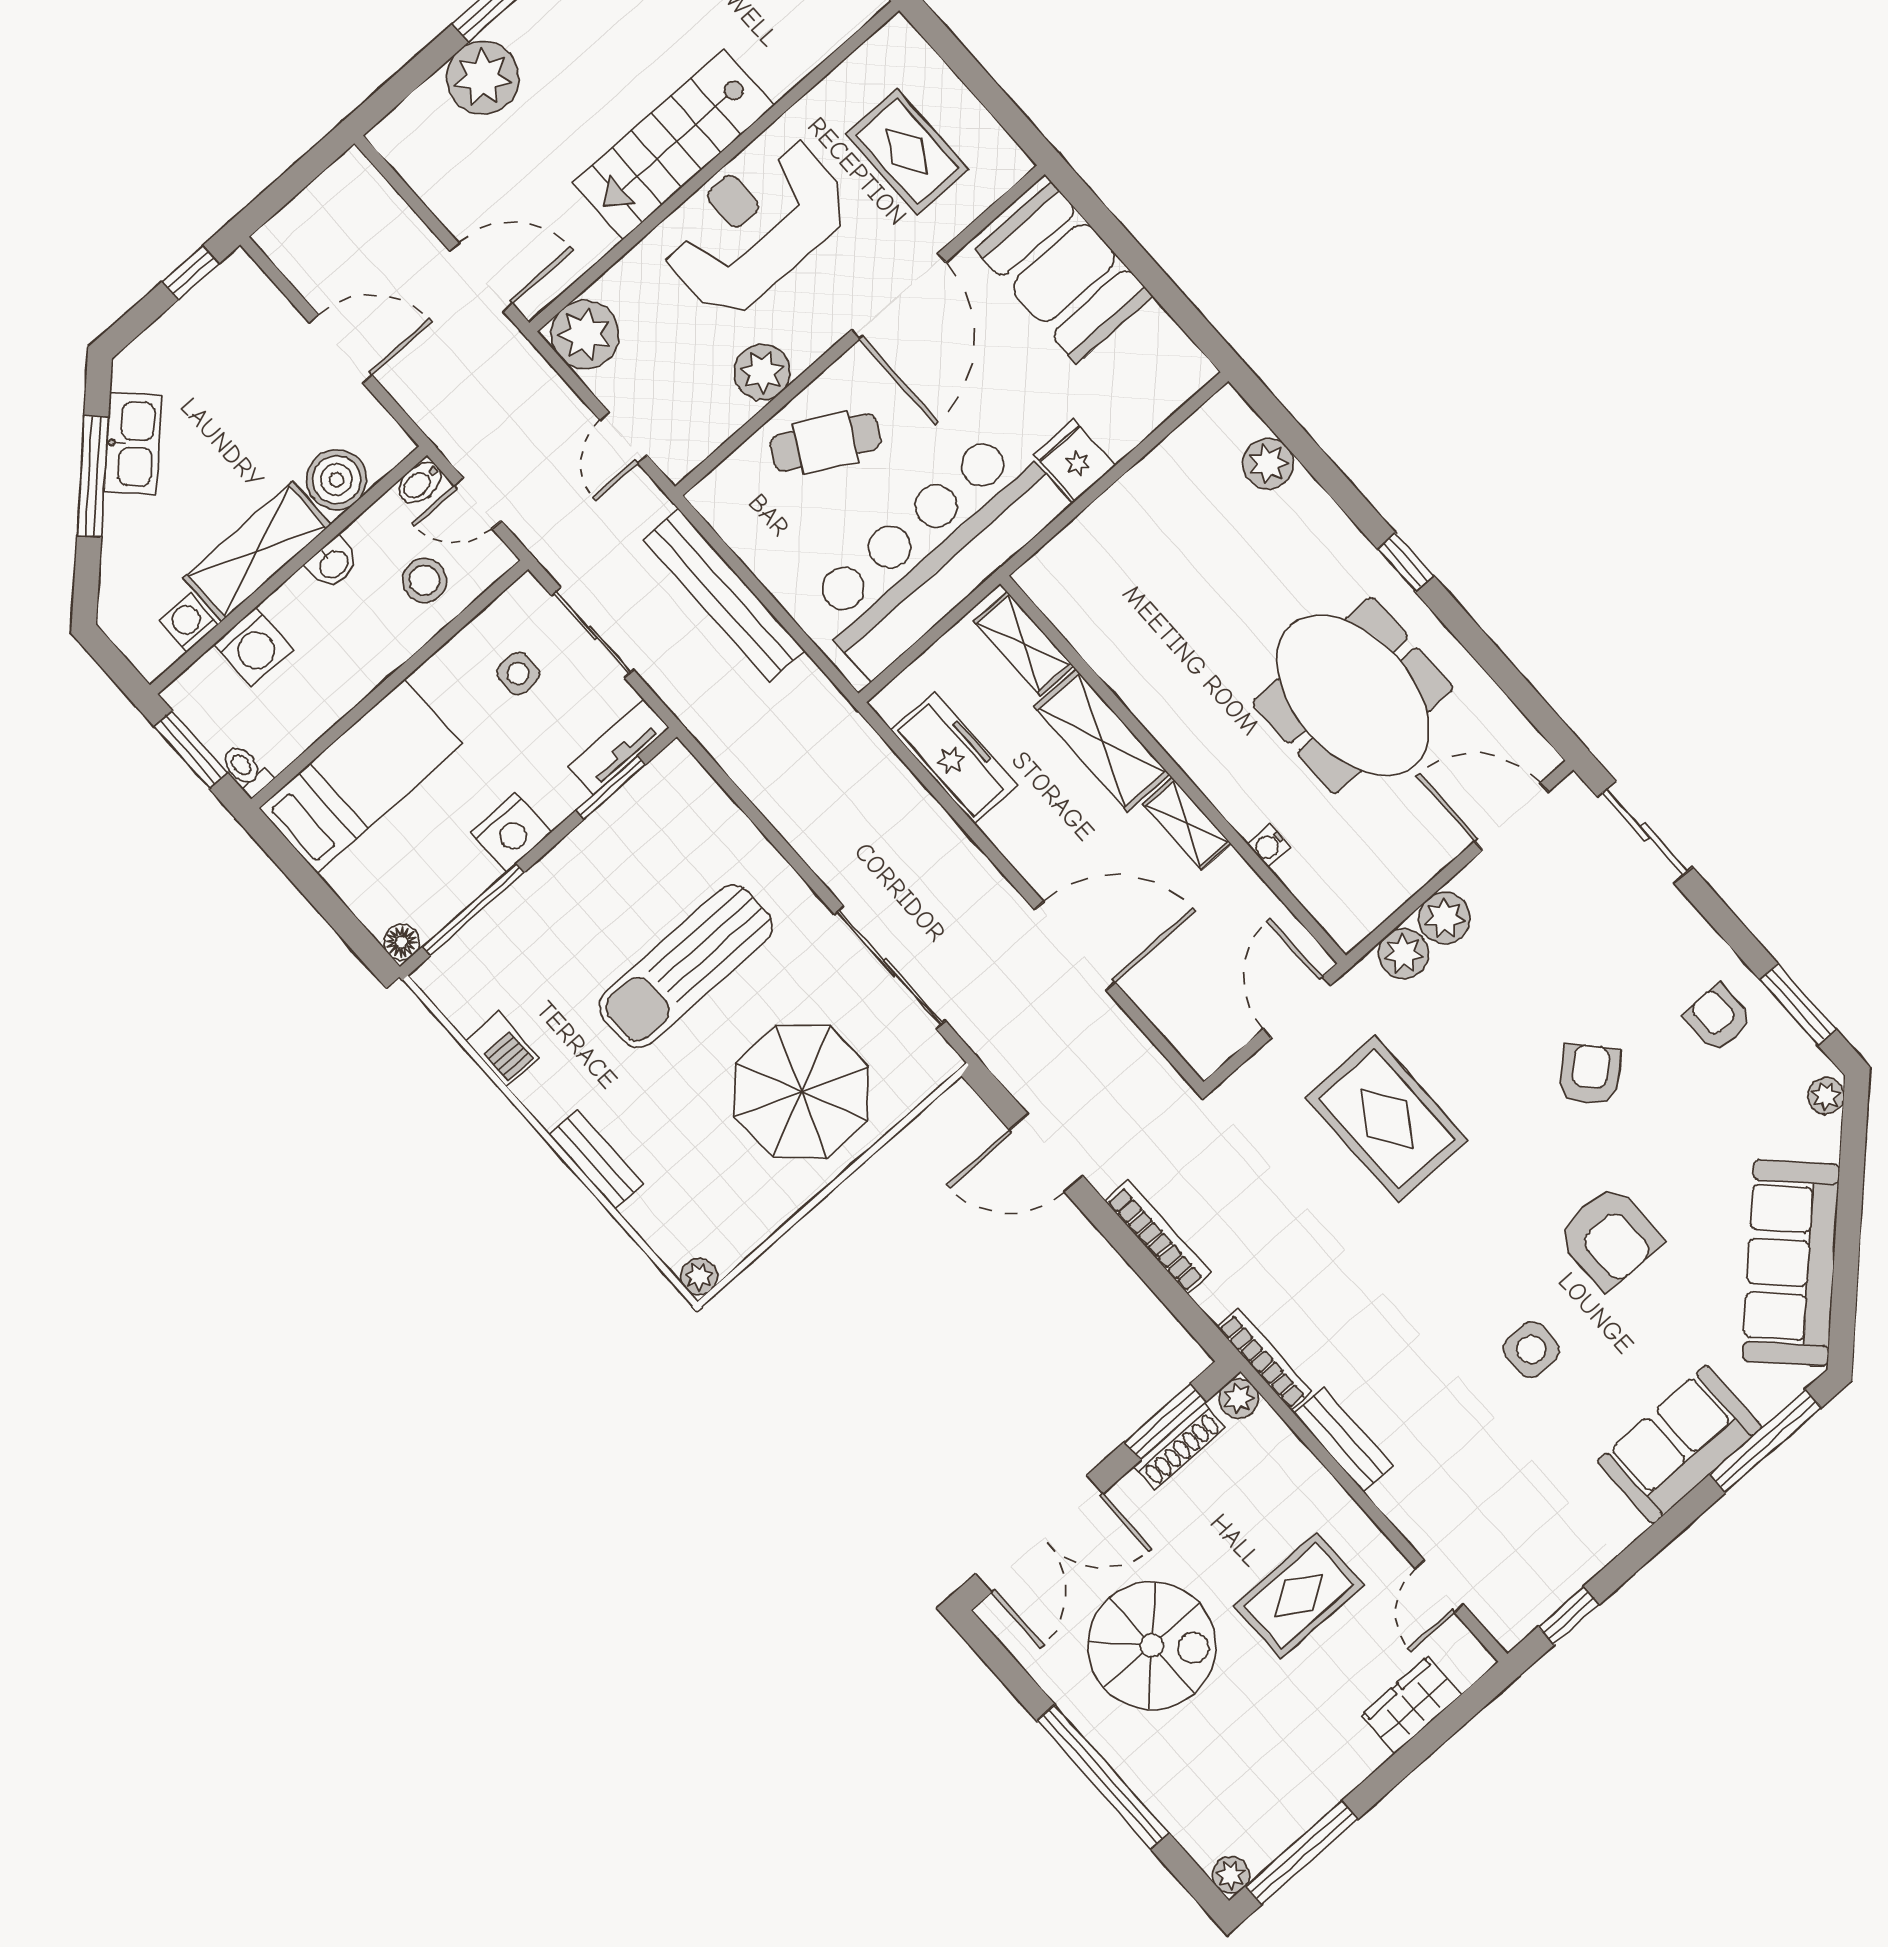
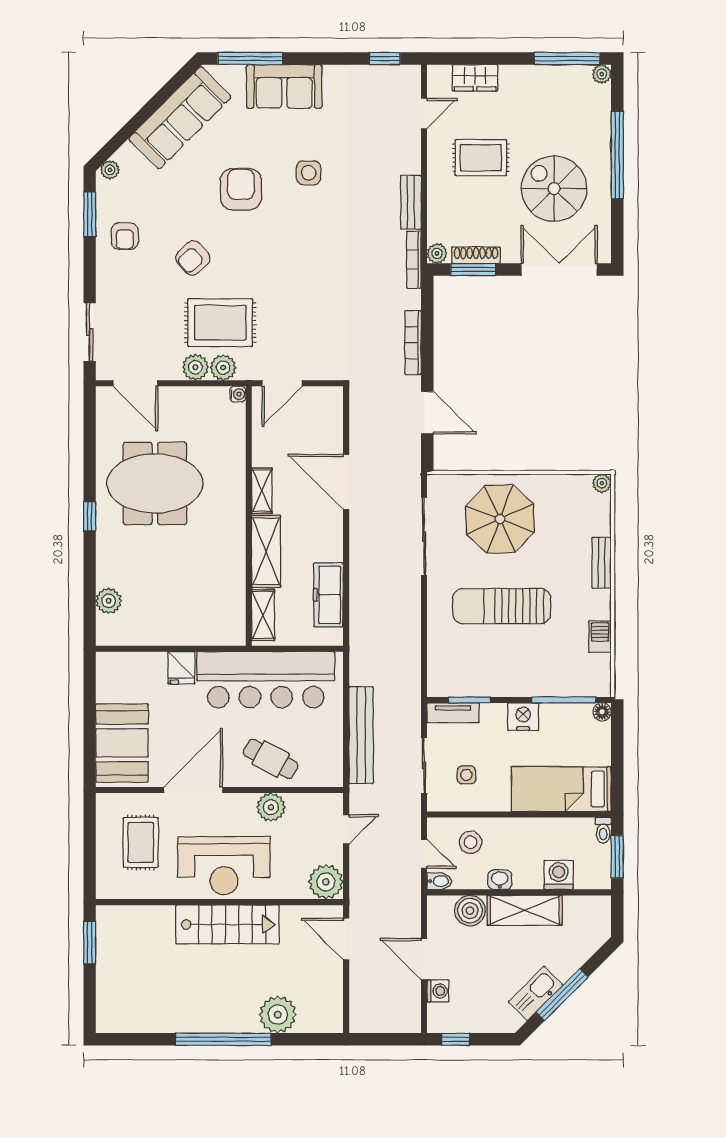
washing machine: (189, 622) -> (438, 991), moved, turned -90
meeting table: (1353, 695) -> (155, 483), turned 90
water cooler: (1269, 846) -> (238, 394), moved
sun lounger: (686, 966) -> (502, 606), turned 180
rug: (1387, 1119) -> (220, 323), moved, turned 90

